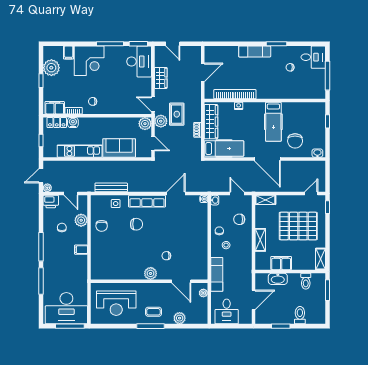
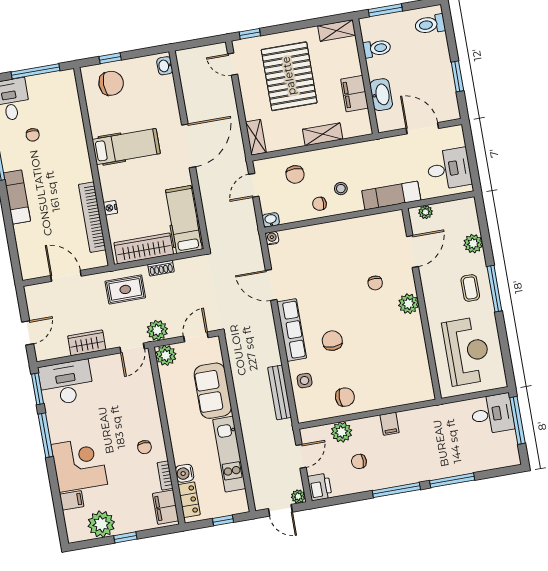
rug: (177, 114) -> (125, 289), moved
chair: (295, 141) -> (111, 83), moved
desk: (66, 308) -> (492, 414), width x0.53, depth x0.77
toilet: (300, 315) -> (430, 24), moved

